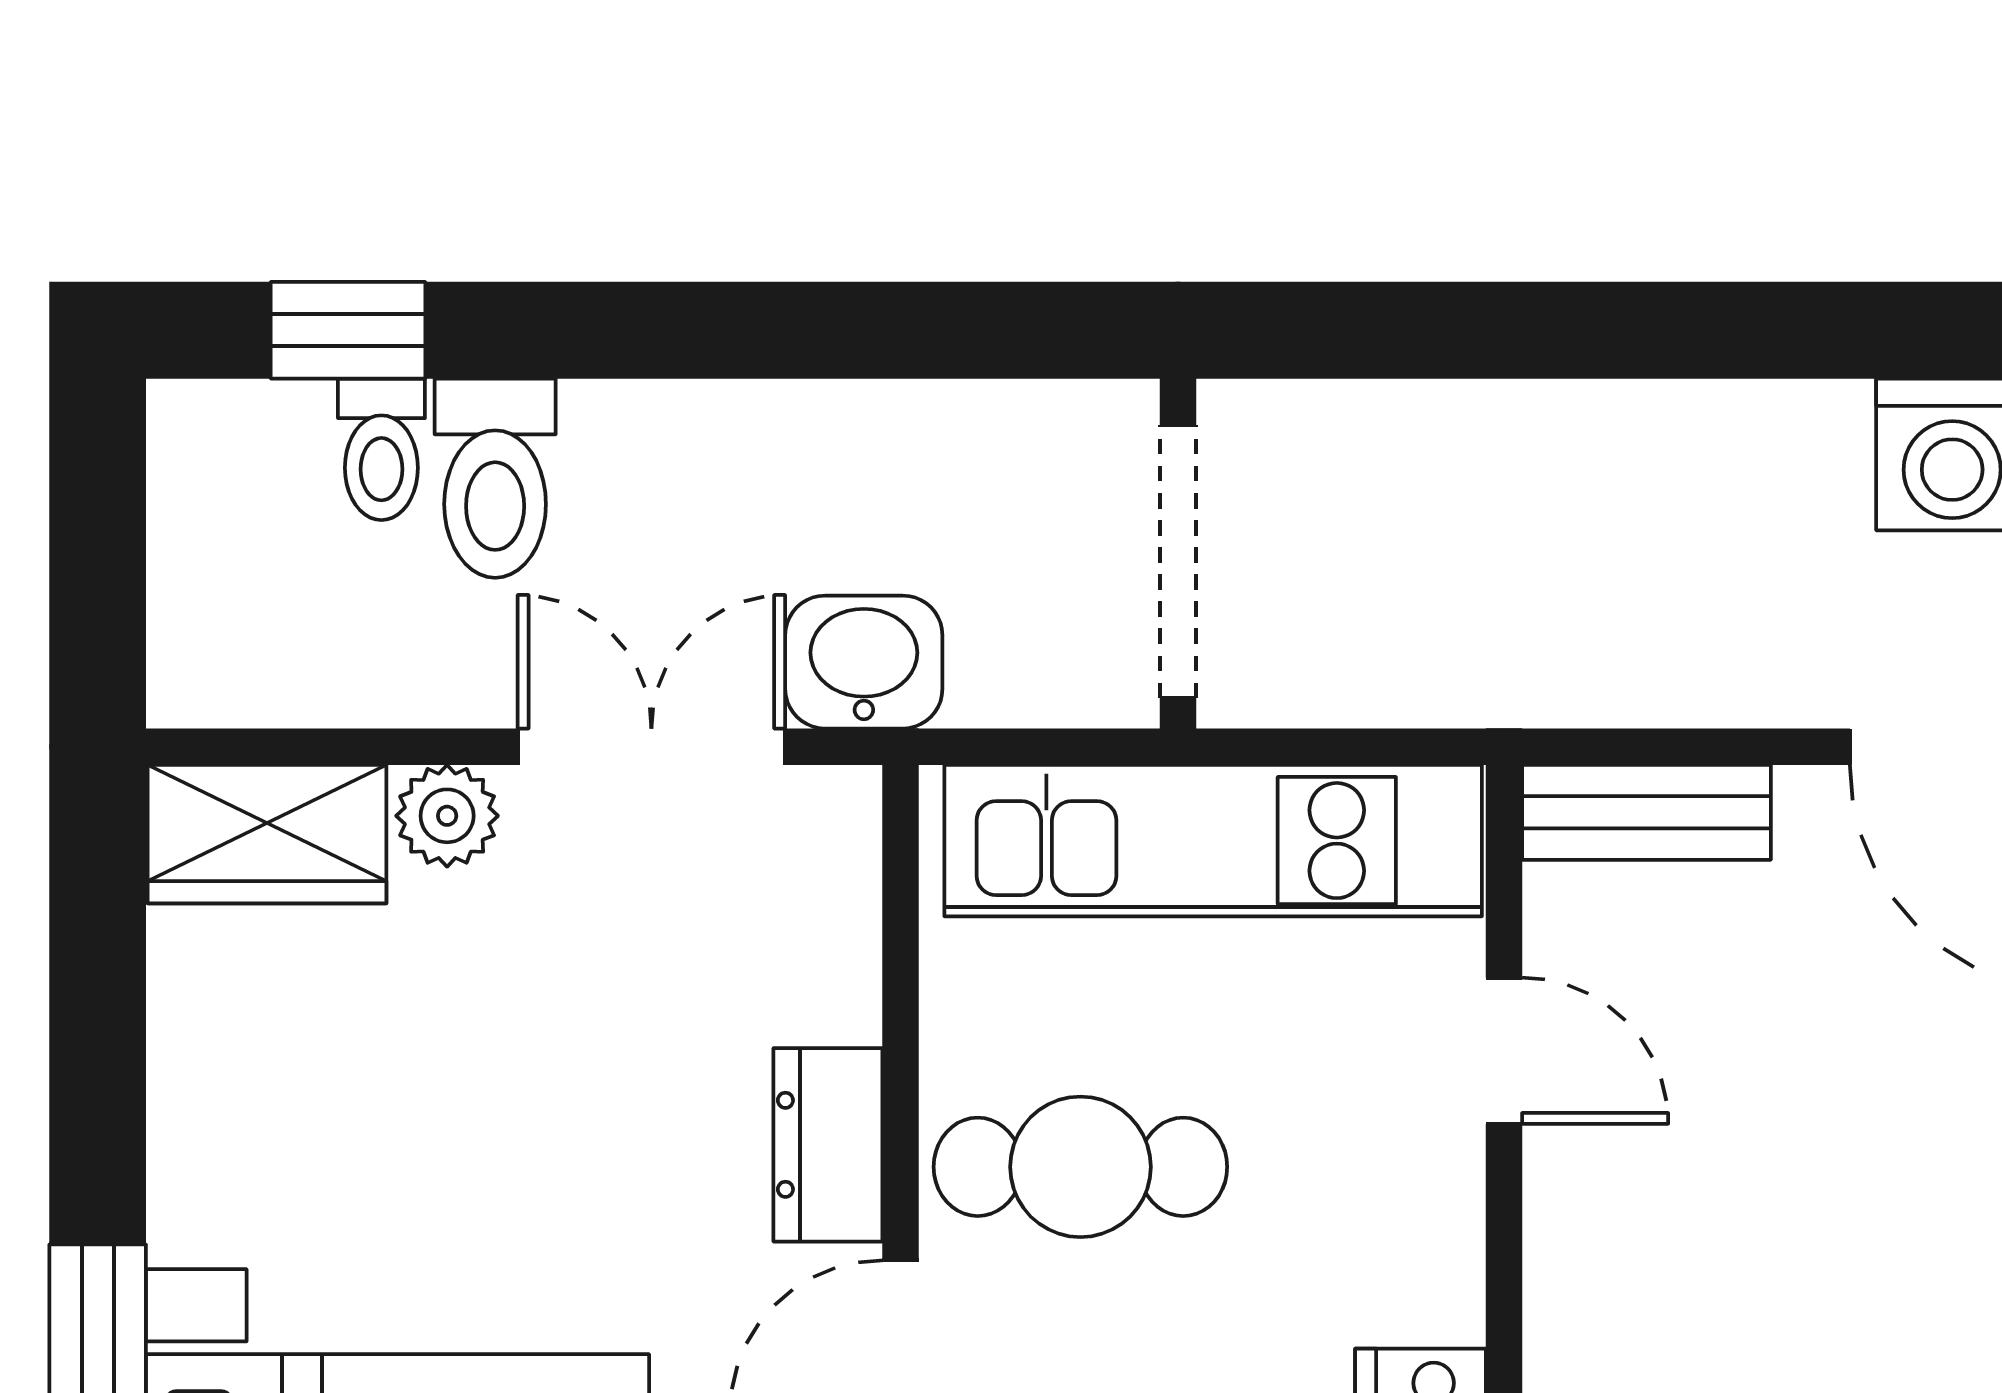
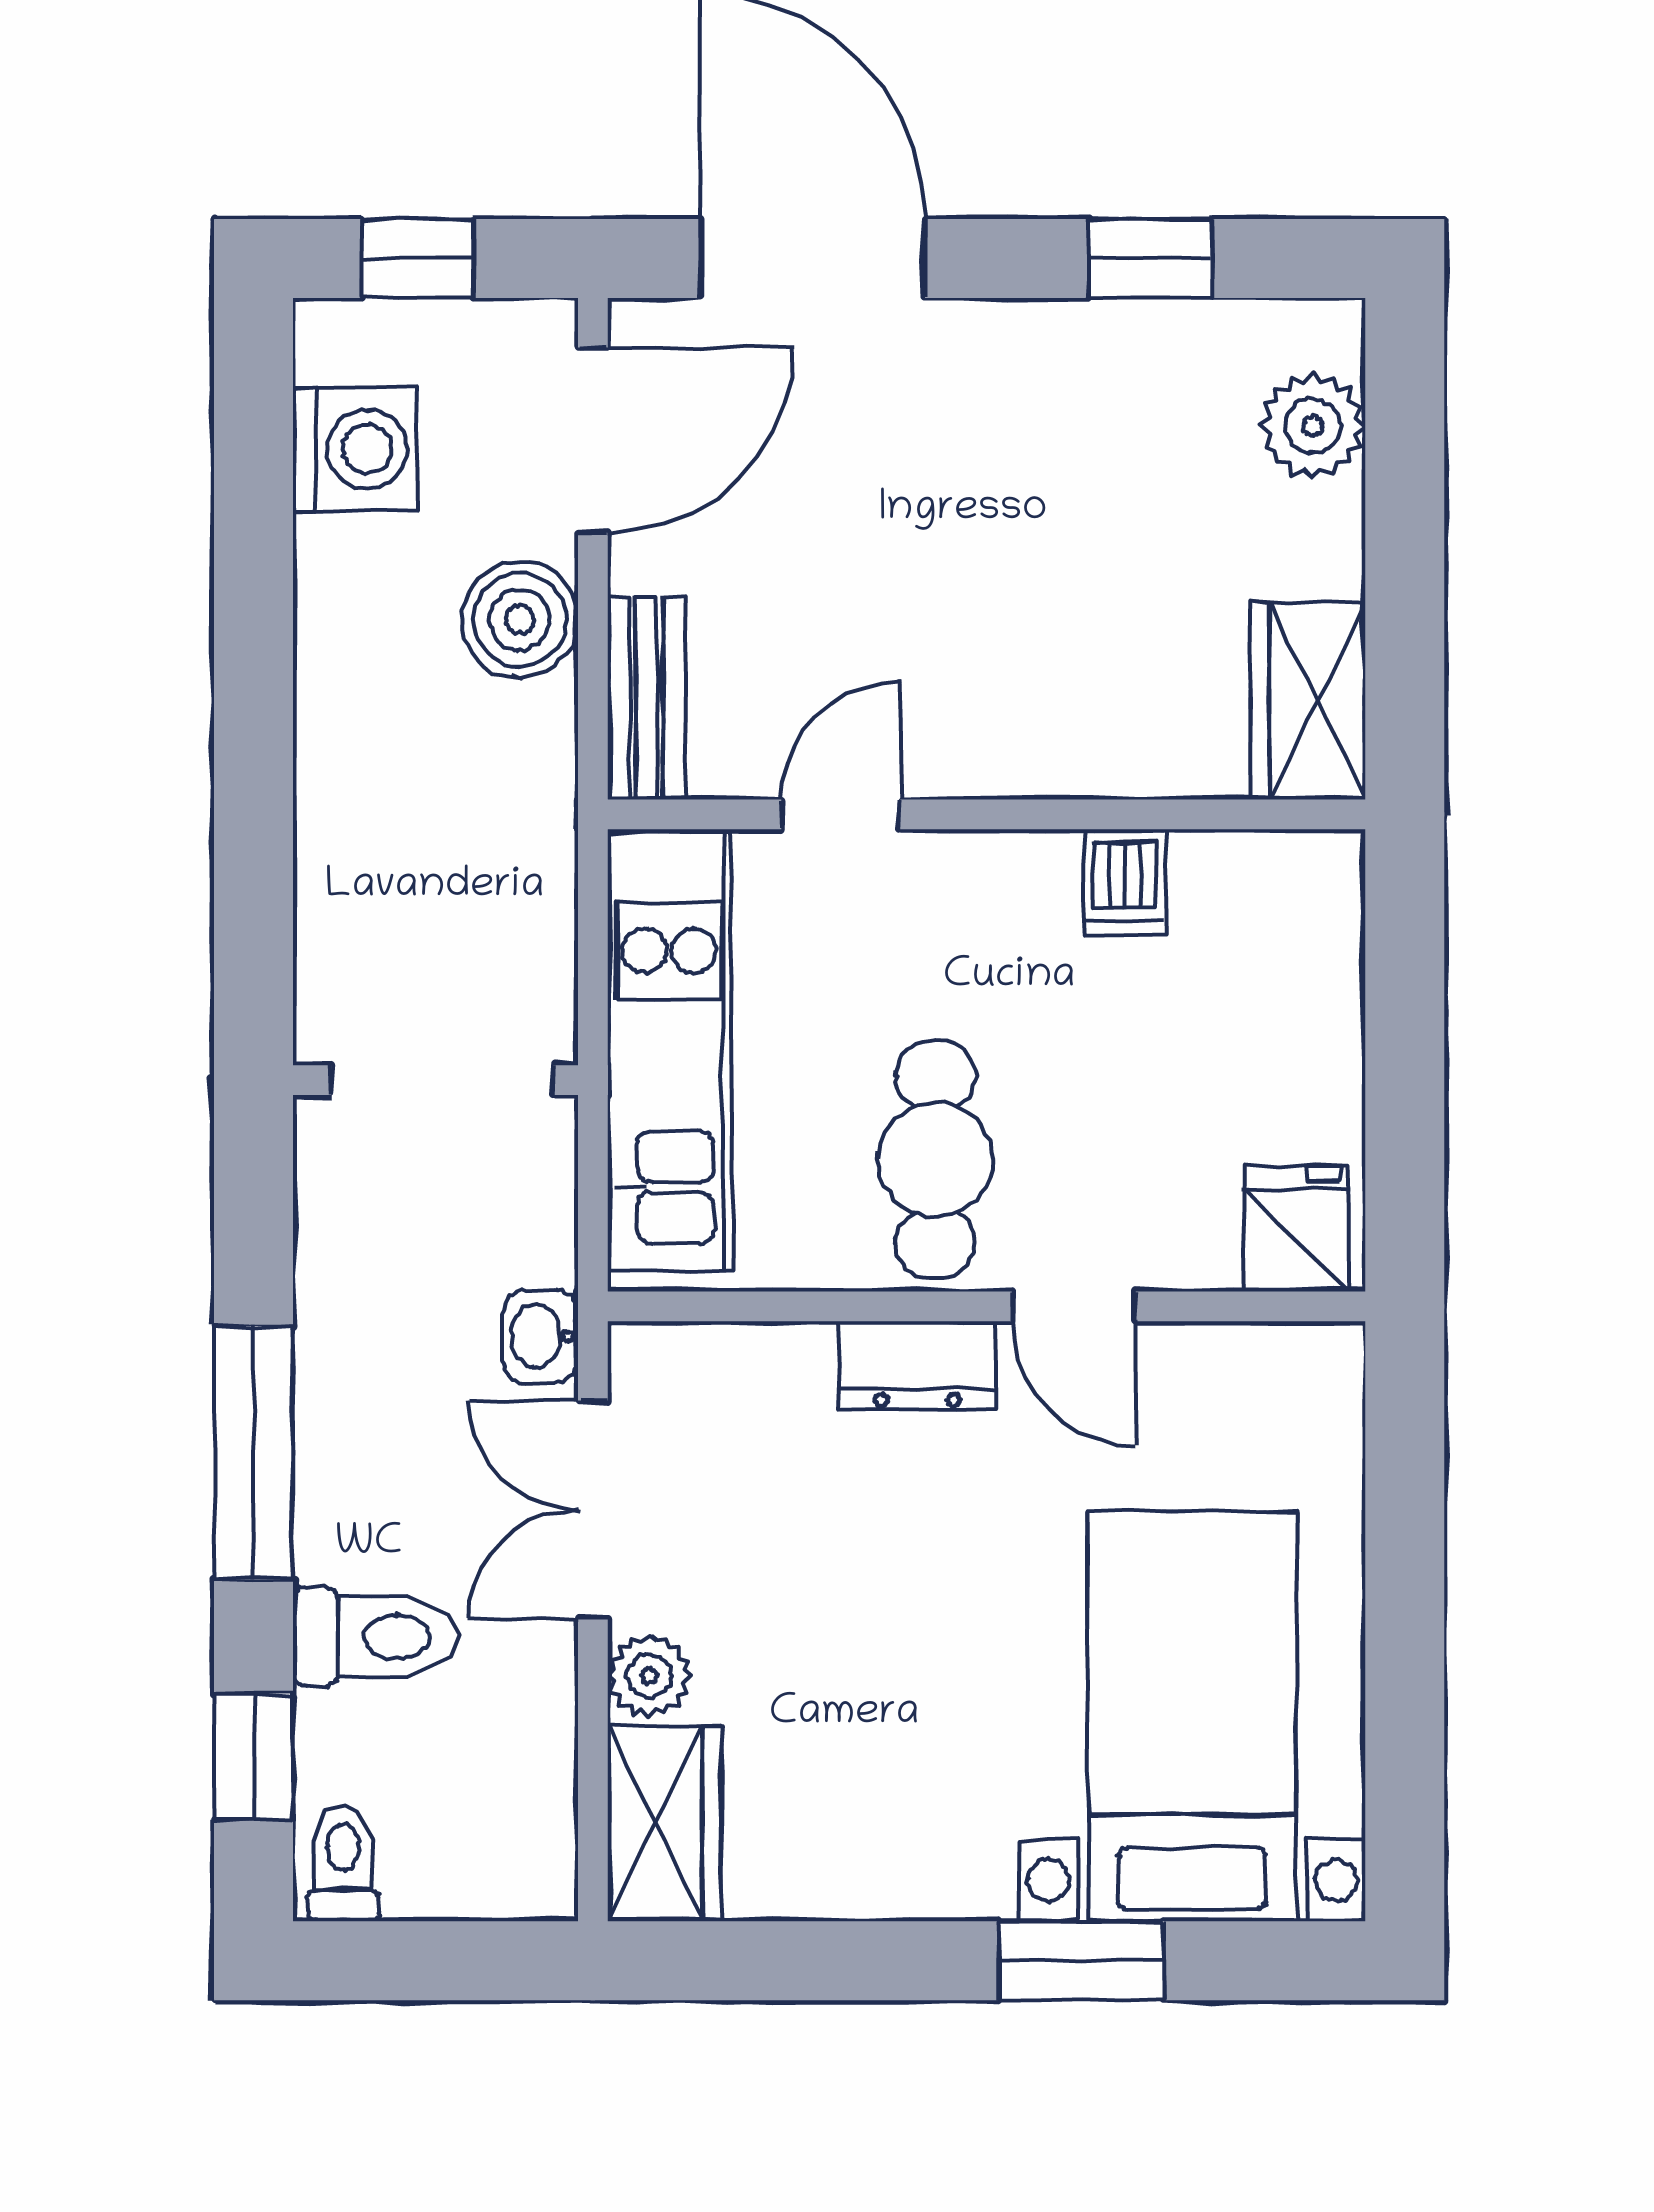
window: (721, 330) -> (253, 1453), added
toilet: (381, 449) -> (343, 1864), moved, turned -90
boiler: (1743, 657) -> (520, 620), added
washbasin: (864, 662) -> (541, 1336), width x0.72, depth x0.69

